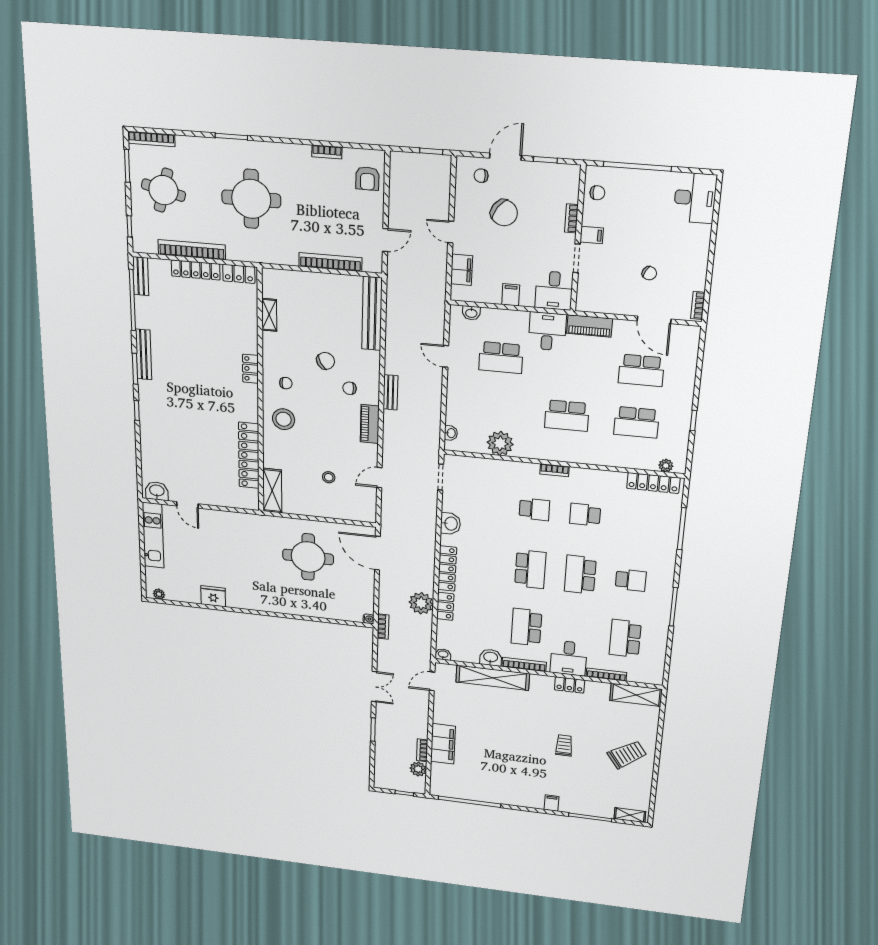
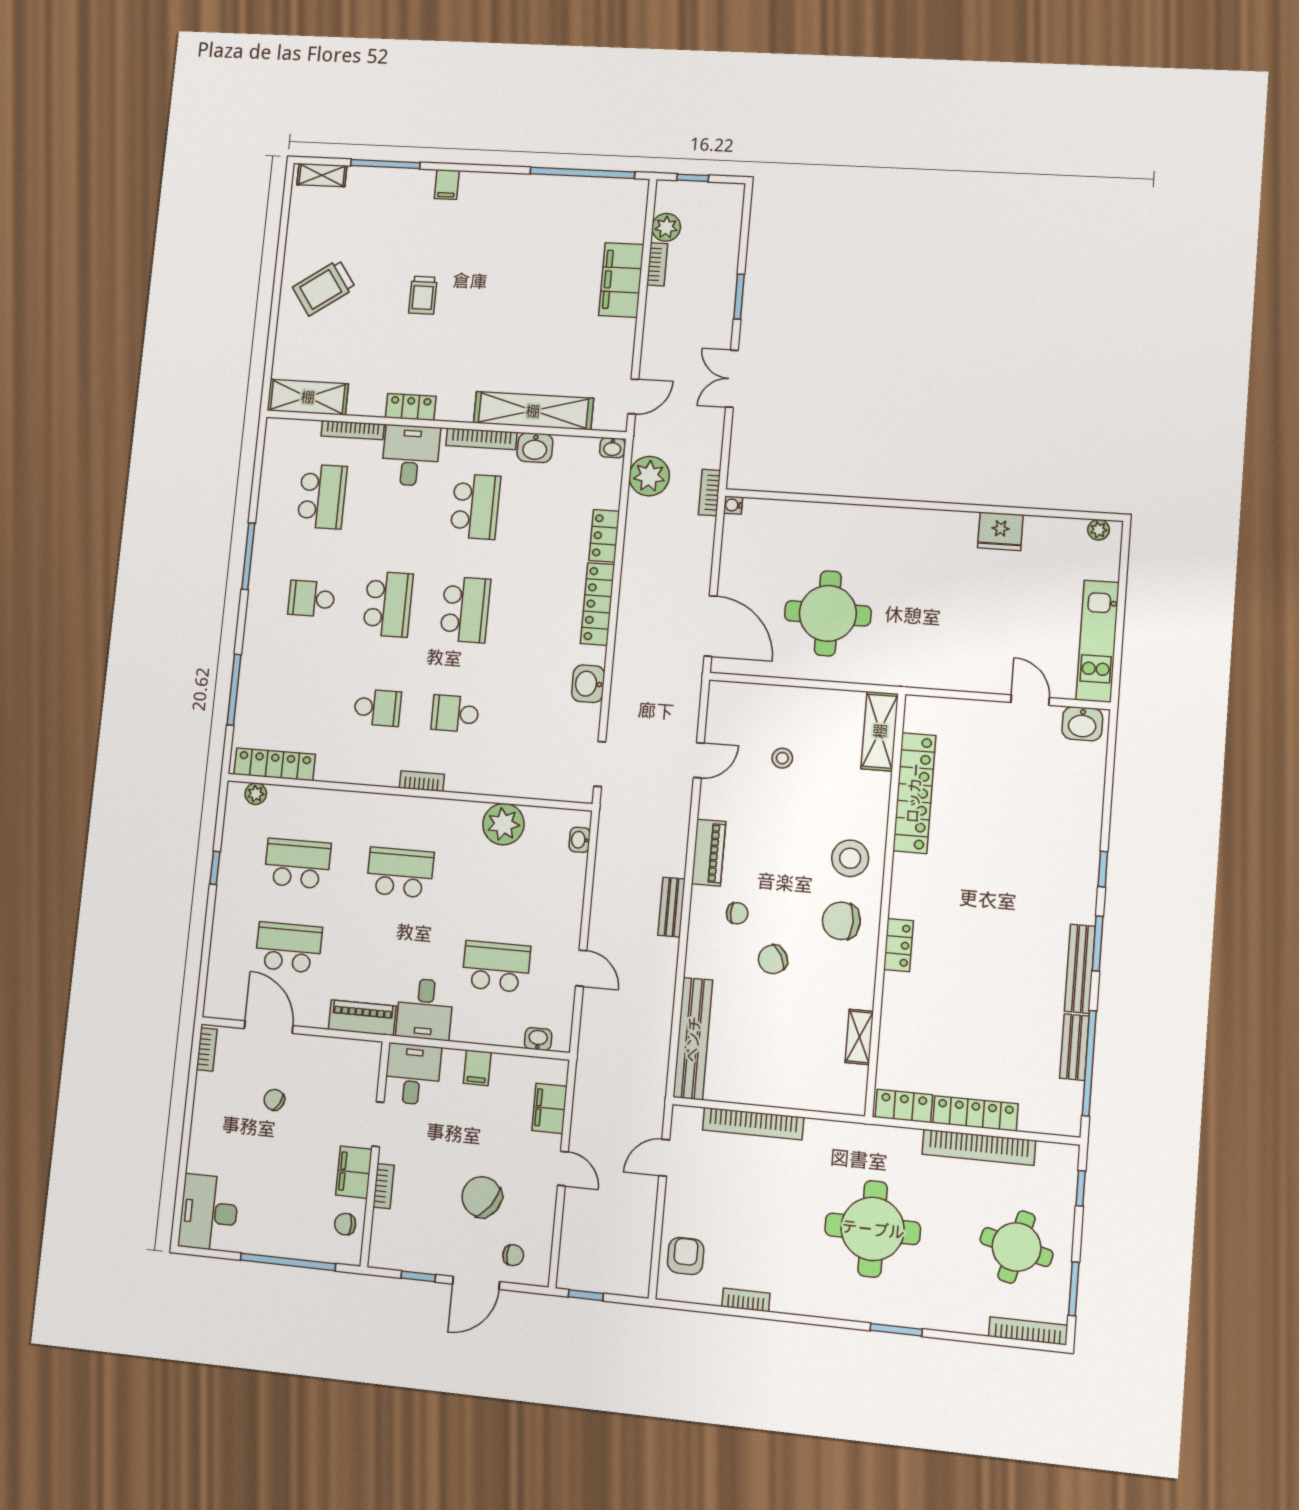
filing cabinet: (592, 235) -> (354, 1172), width x2.00
bench: (141, 276) -> (1074, 1047), moved
chair: (286, 383) -> (841, 921), width x1.87, depth x1.87
school desk: (530, 569) -> (465, 610), turned 180
plant: (421, 603) -> (649, 476), moved

